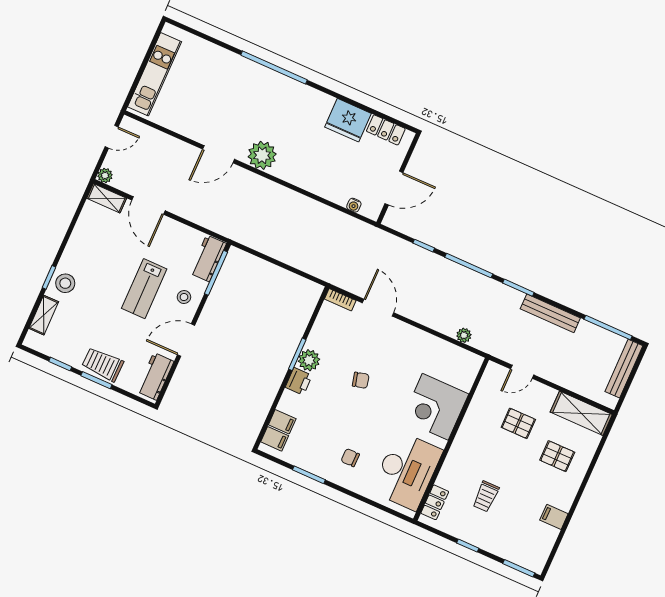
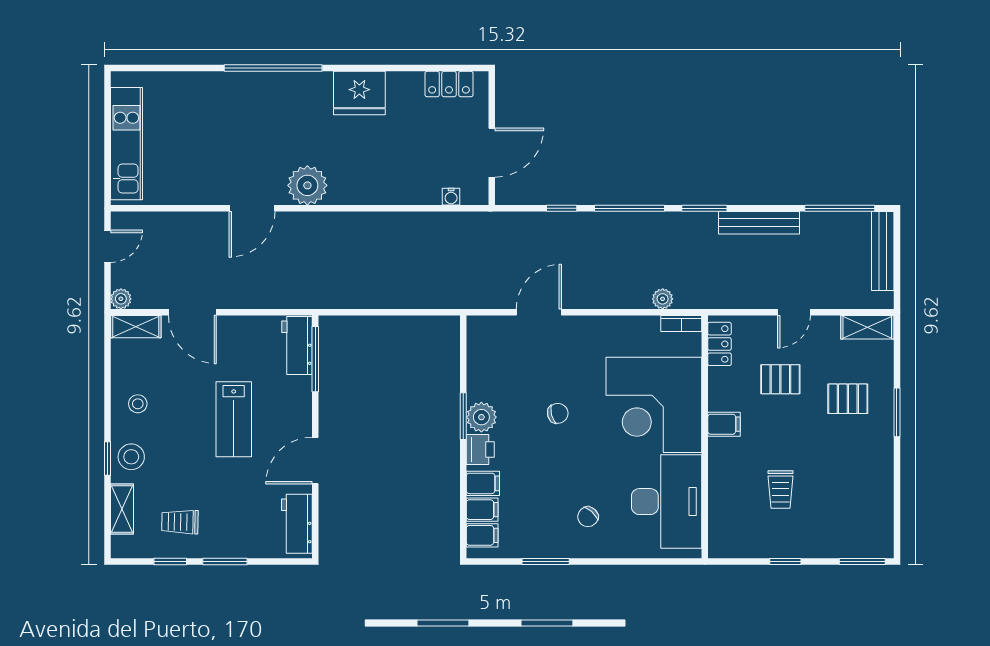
fridge: (348, 120) -> (359, 93), moved
stool: (184, 297) -> (138, 404), moved
bookcase: (340, 300) -> (681, 323), moved
door: (378, 308) -> (539, 312), hinge flipped
trolley: (103, 364) -> (180, 522), moved, width x0.73, depth x0.72
door: (522, 372) -> (794, 312), moved
filing cabinet: (290, 405) -> (483, 483), added
corner desk: (435, 407) -> (654, 405), width x1.36, depth x1.36
shelving: (581, 413) -> (867, 327), width x0.67, depth x0.75
chair: (350, 458) -> (588, 517), turned -48
window: (586, 480) -> (897, 412), added
locker: (435, 502) -> (720, 344), moved
filing cabinet: (554, 517) -> (724, 424), moved, turned 180

